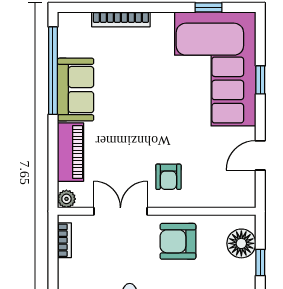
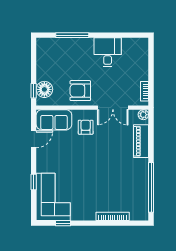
corner sofa: (215, 69) -> (53, 197), width x0.73, depth x0.74
sofa: (76, 90) -> (54, 120), moved, turned -90
armchair: (178, 241) -> (80, 91), turned 180
window: (260, 262) -> (34, 91), moved

